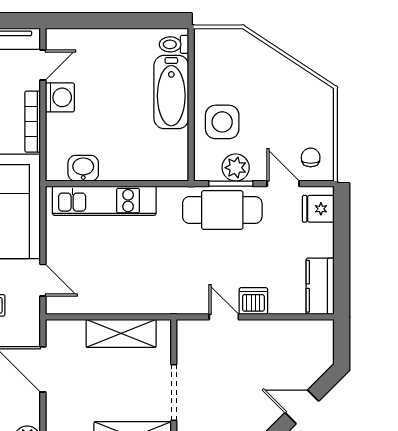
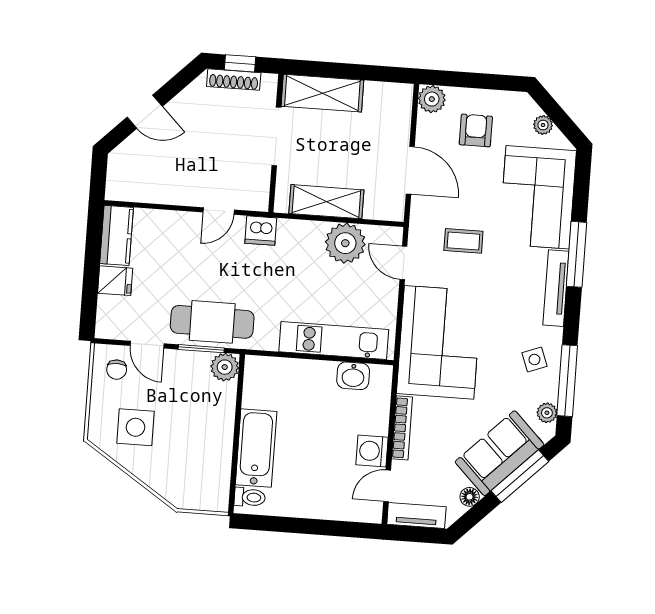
side table: (222, 122) -> (135, 427), moved
plant: (236, 168) -> (225, 367), moved
fridge: (318, 209) -> (115, 281), moved
plant: (100, 295) -> (345, 243), added
dishwasher: (253, 301) -> (261, 231), moved
door: (224, 317) -> (219, 211), hinge flipped

